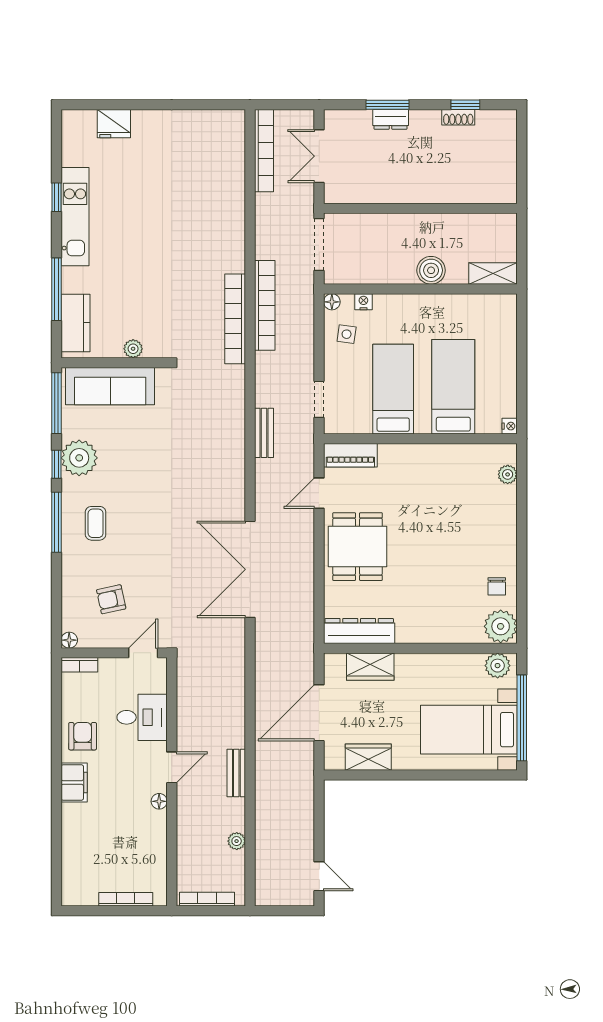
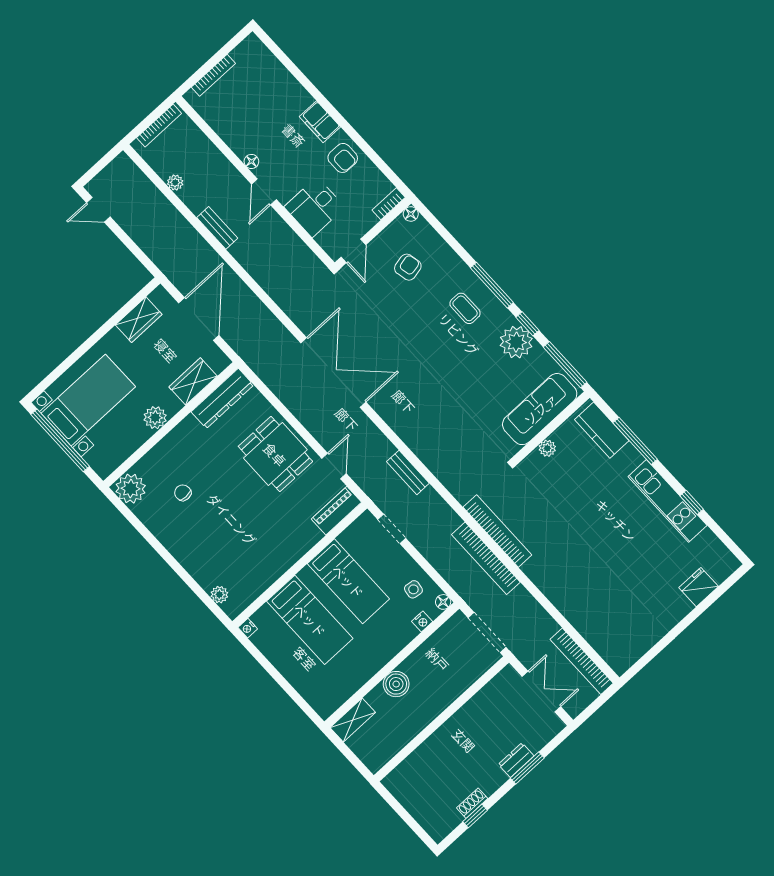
chair: (497, 586) -> (183, 493), moved
plant: (498, 666) -> (155, 418), moved

